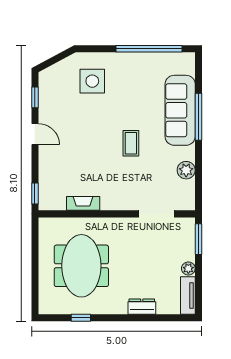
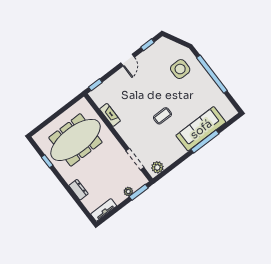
window: (149, 49) -> (212, 74), moved
plant: (186, 170) -> (157, 167), moved
meeting table: (81, 266) -> (75, 140), width x1.36
plant: (188, 268) -> (128, 192), moved

